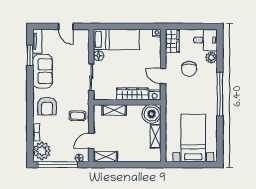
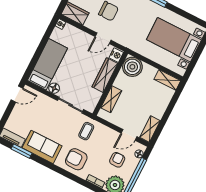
door: (66, 26) -> (17, 94), moved
armchair: (47, 106) -> (76, 159), turned 180
coffee table: (77, 116) -> (86, 131), moved
shelving: (156, 136) -> (167, 80), moved
door: (91, 141) -> (129, 135), hinge flipped
armchair: (65, 142) -> (117, 160), added

